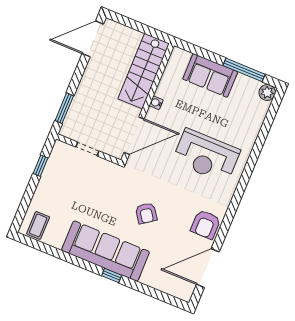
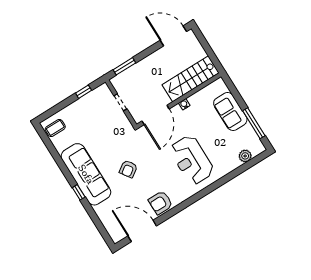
plant: (267, 93) -> (245, 156), moved
door: (134, 136) -> (156, 115), hinge flipped

